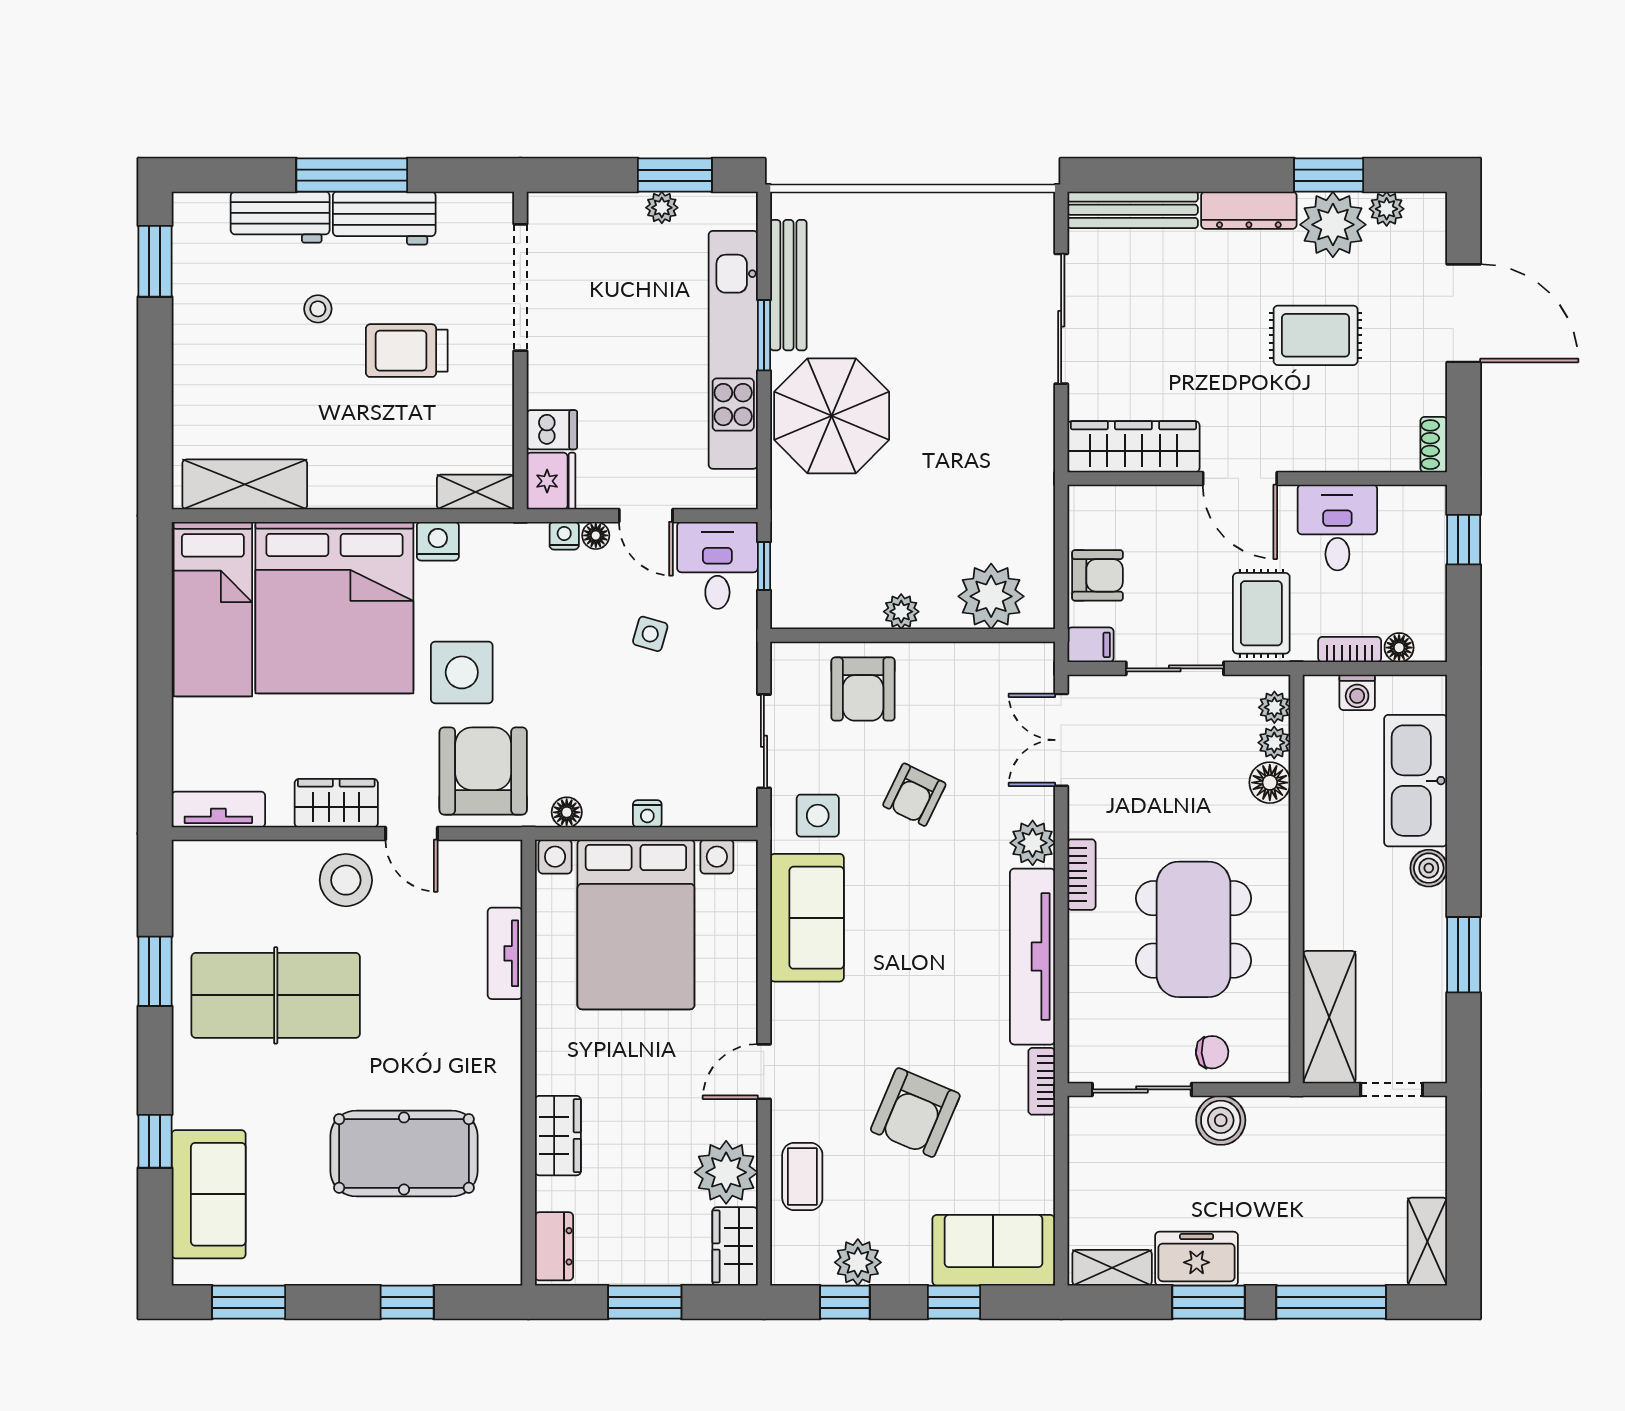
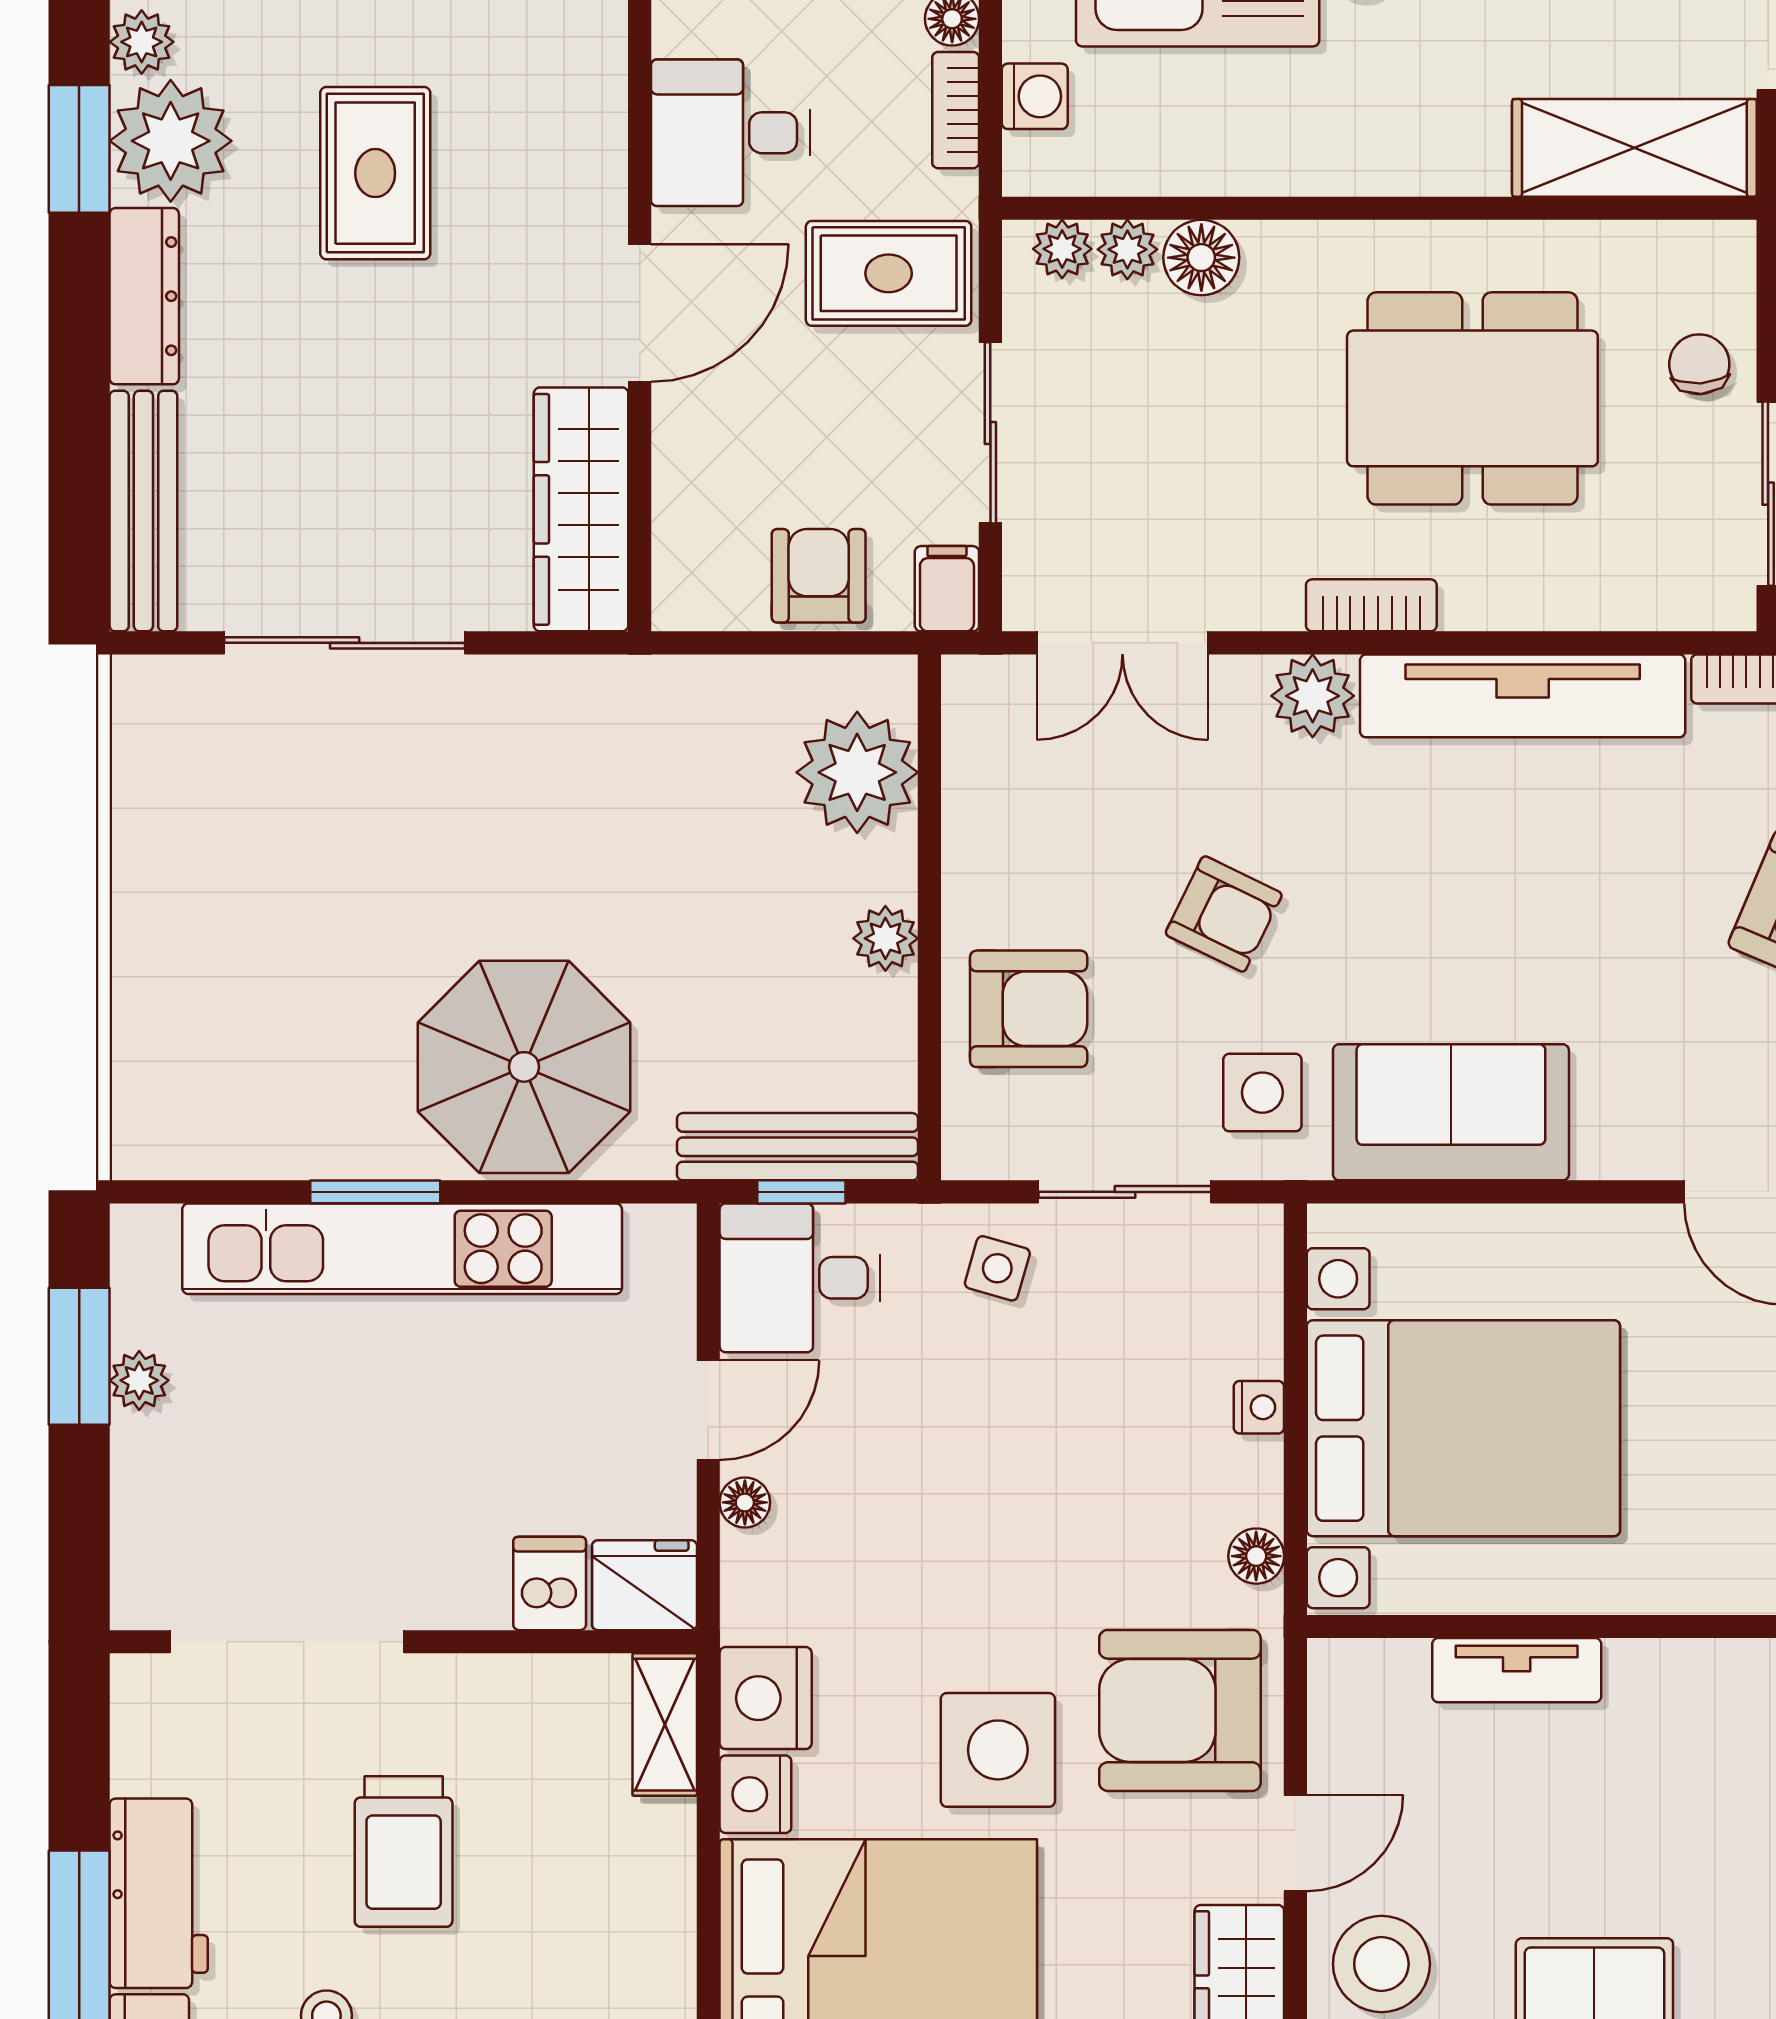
bench: (788, 285) -> (798, 1147), moved
nightstand: (564, 536) -> (766, 1698), moved, width x1.89, depth x1.79
side table: (650, 634) -> (997, 1268), moved

